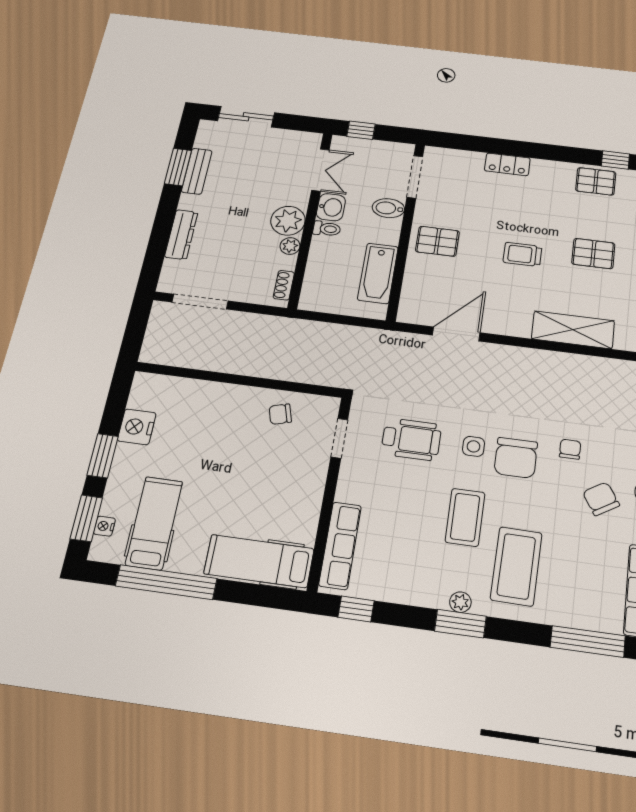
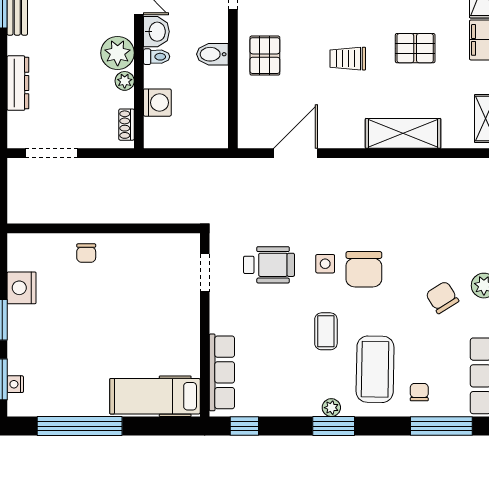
bidet: (388, 208) -> (212, 54), moved
pallet: (437, 241) -> (265, 56), turned 90
washing machine: (320, 269) -> (157, 103), added
bathtub: (378, 273) -> (213, 99), removed
chair: (280, 414) -> (86, 253), moved, turned -74
chair: (570, 449) -> (419, 392), moved
coffee table: (465, 517) -> (326, 331), width x0.73, depth x0.77
hospital bed: (154, 523) -> (57, 375), removed

